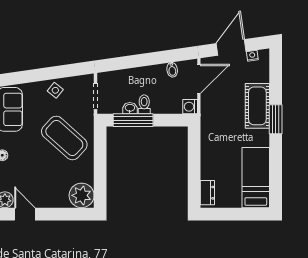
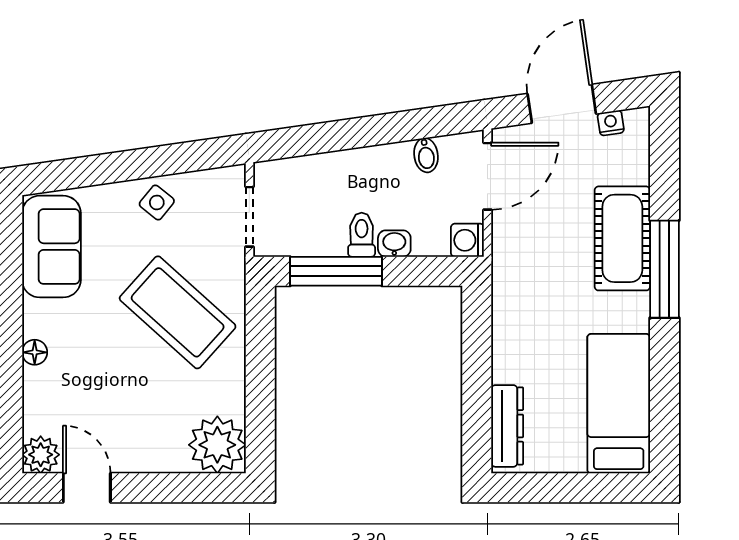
washbasin: (130, 108) -> (394, 244), moved
window: (276, 119) -> (664, 269), width x1.44
dresser: (207, 193) -> (507, 426), width x1.44

